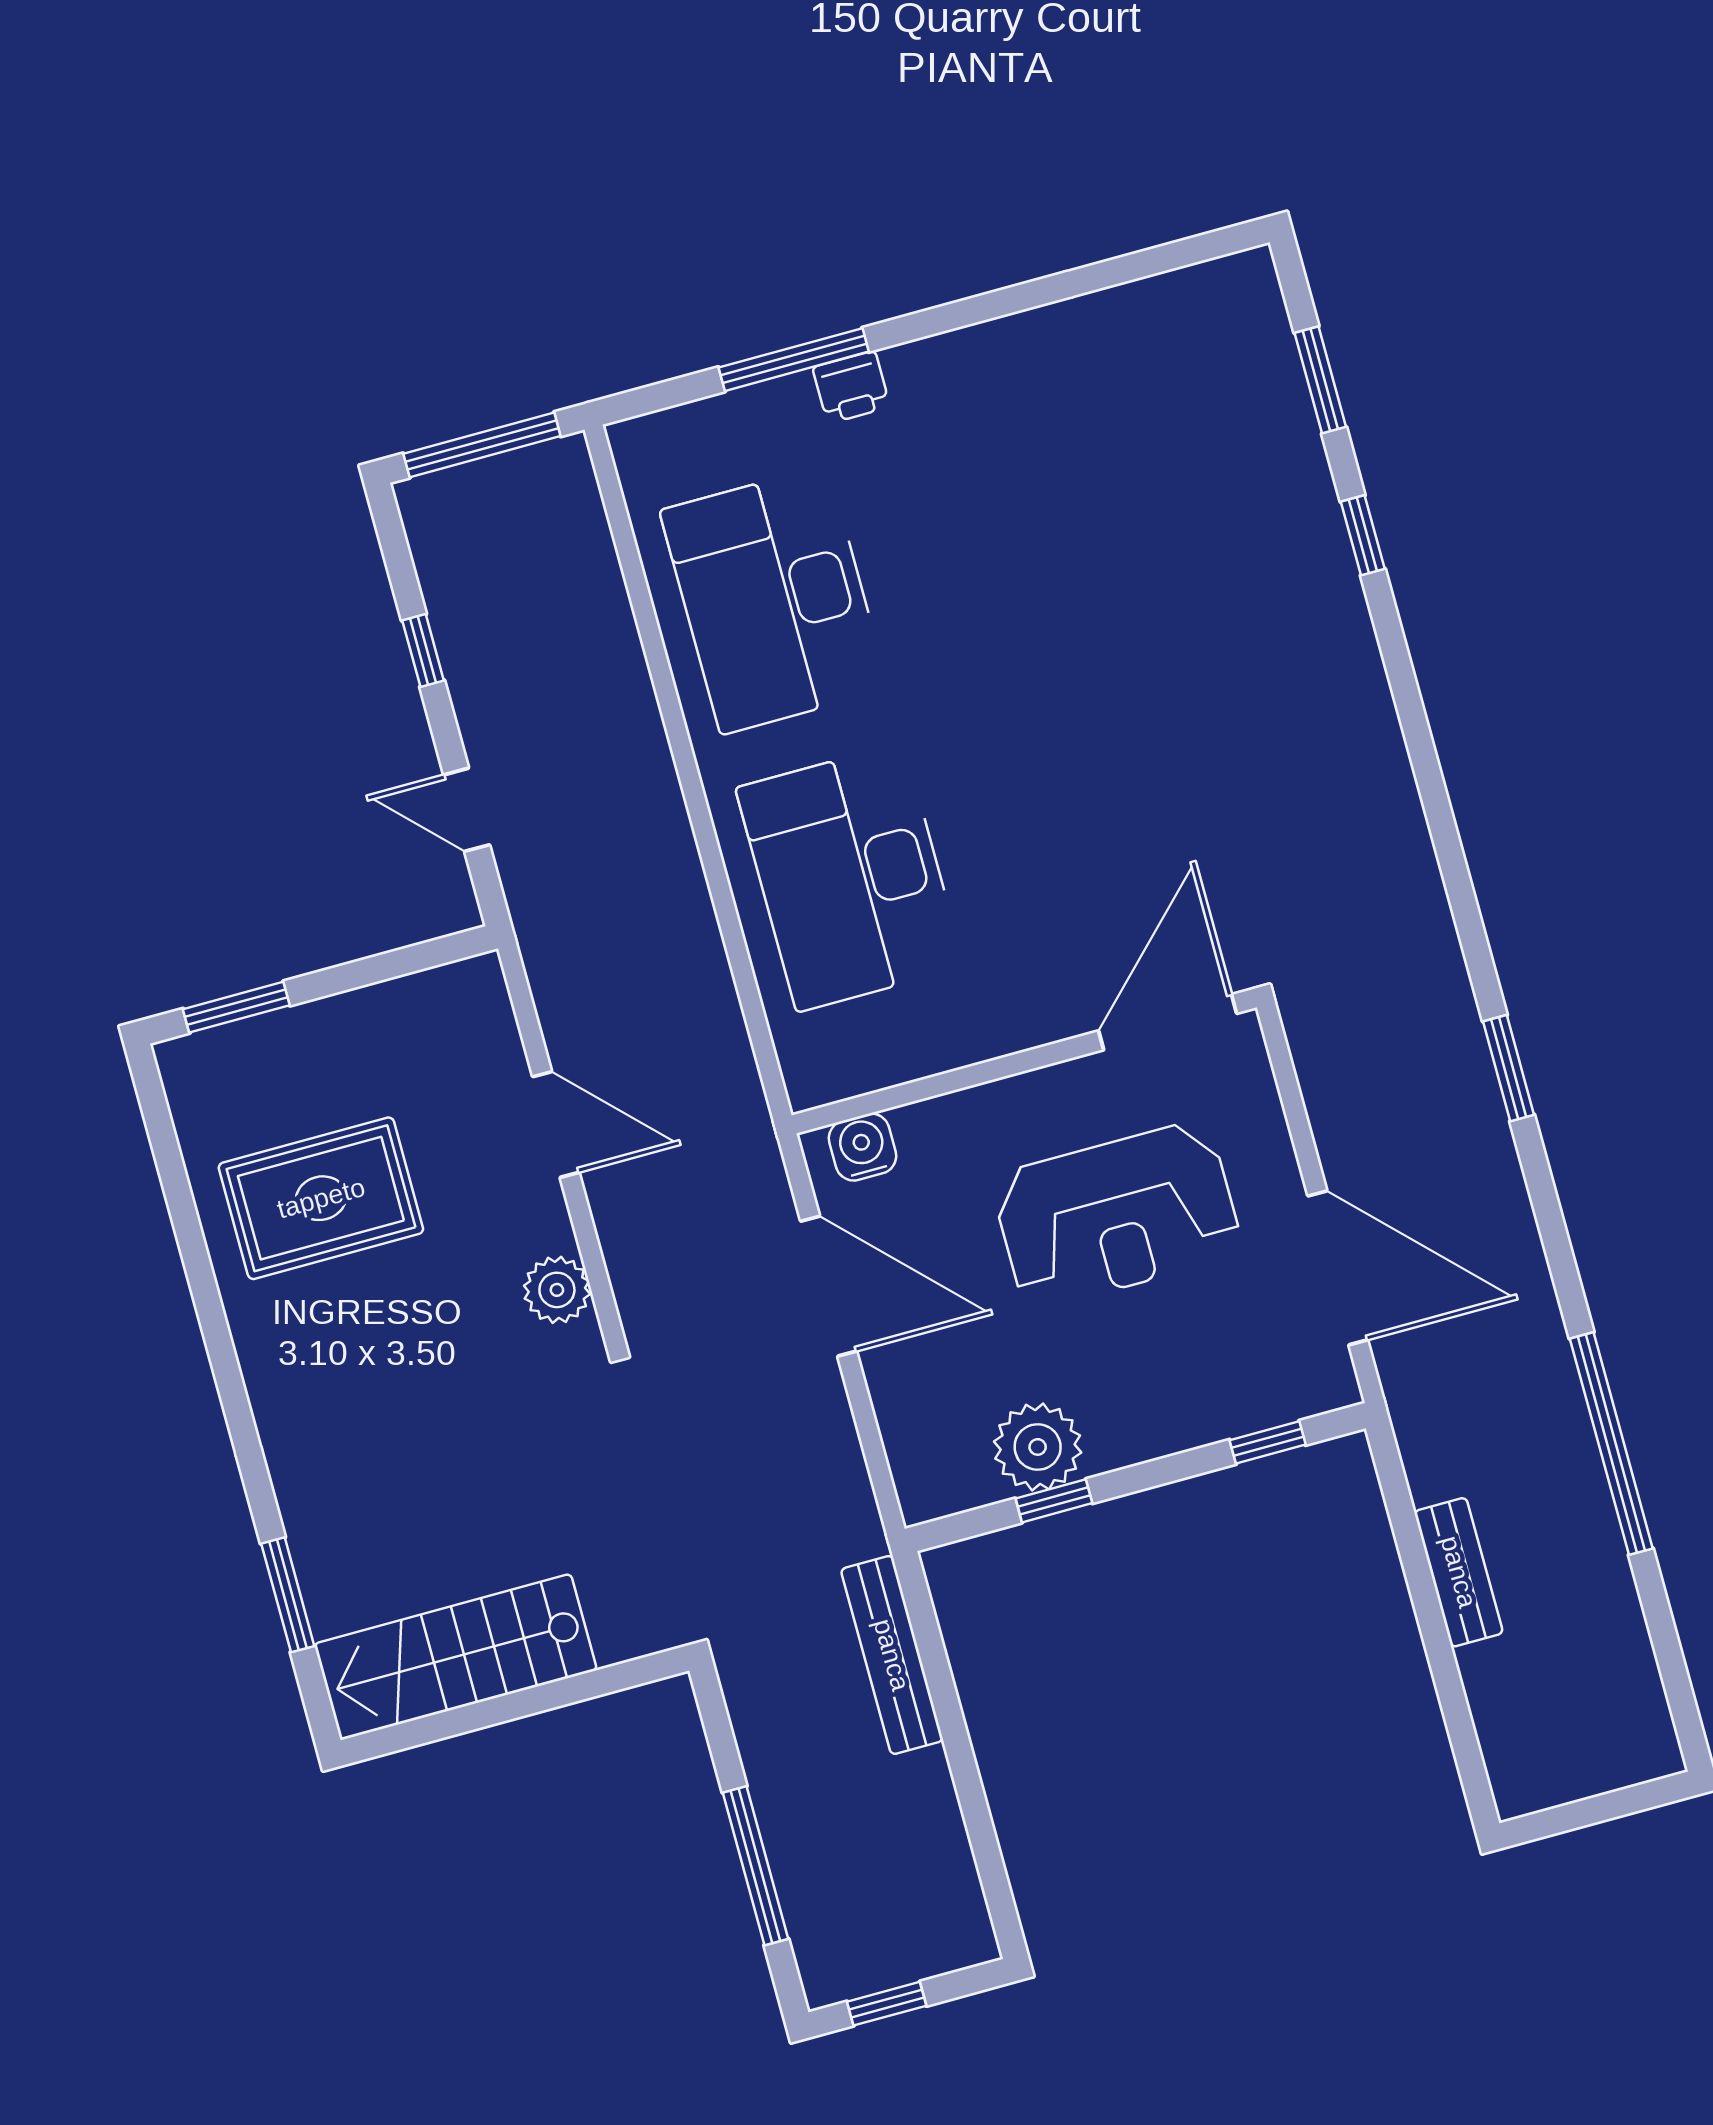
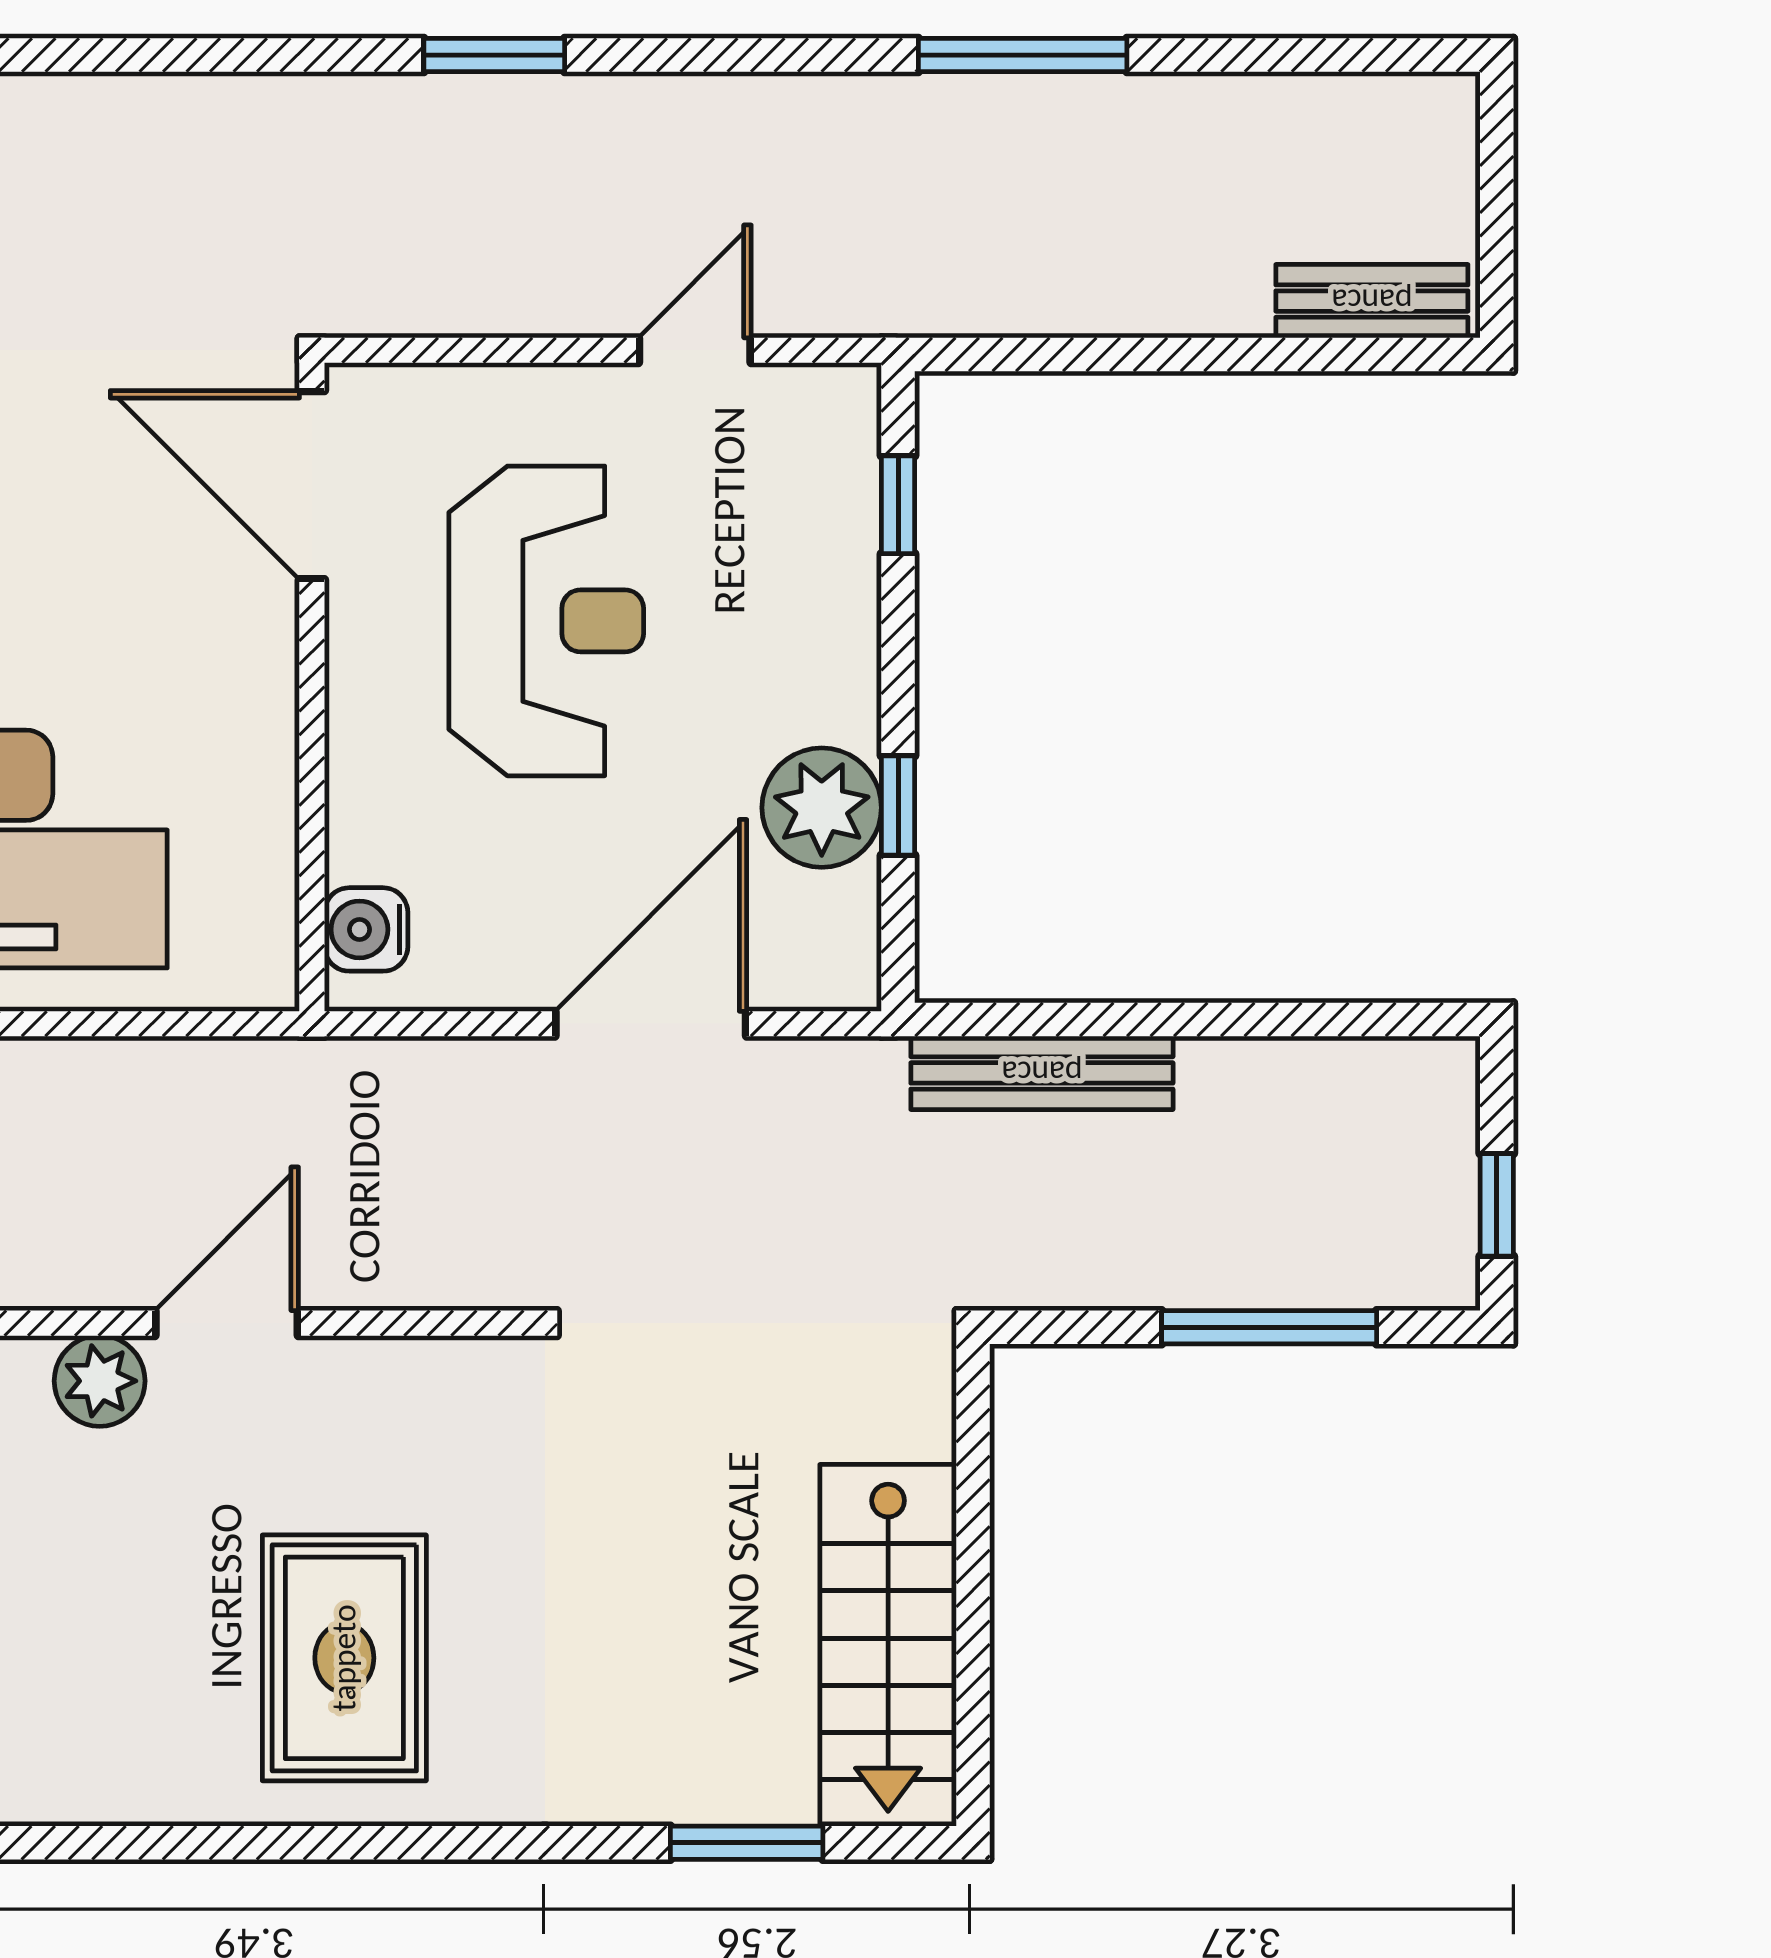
rug: (321, 1198) -> (344, 1658), moved
door: (1338, 1268) -> (695, 350), width x0.53
door: (829, 1286) -> (651, 1024), moved
plant: (557, 1290) -> (100, 1381), moved
window: (1611, 1444) -> (1023, 55), width x0.68
bench: (1459, 1572) -> (1372, 301), moved

